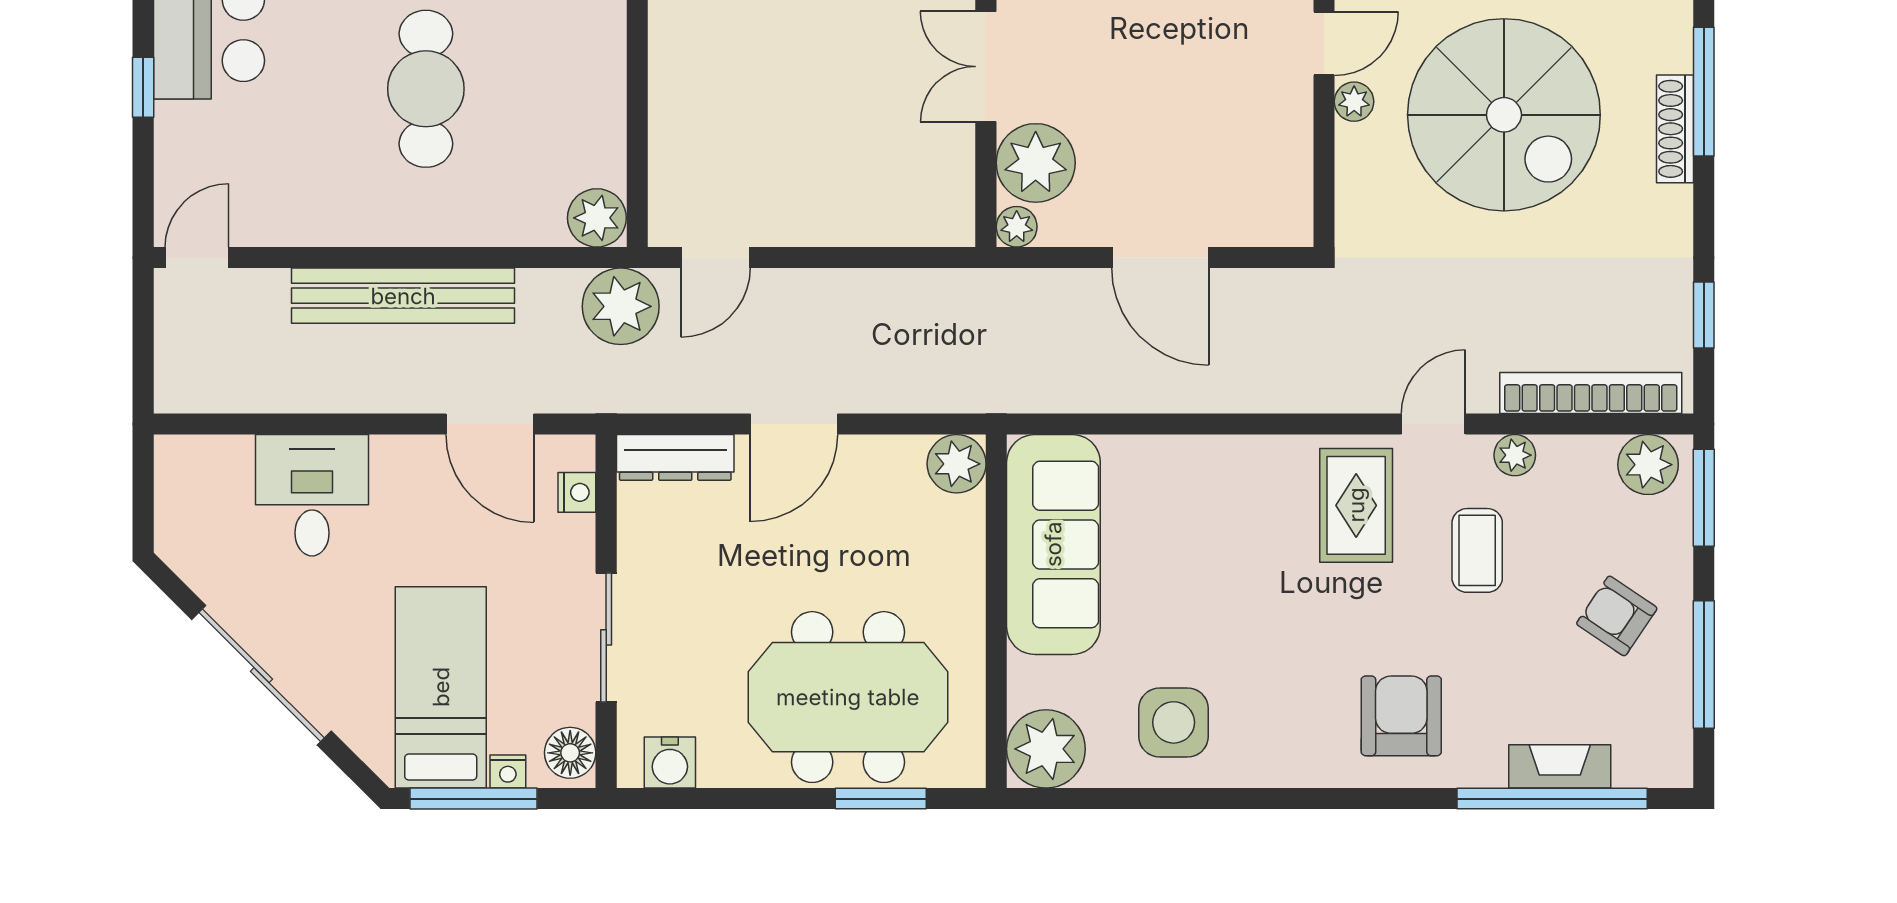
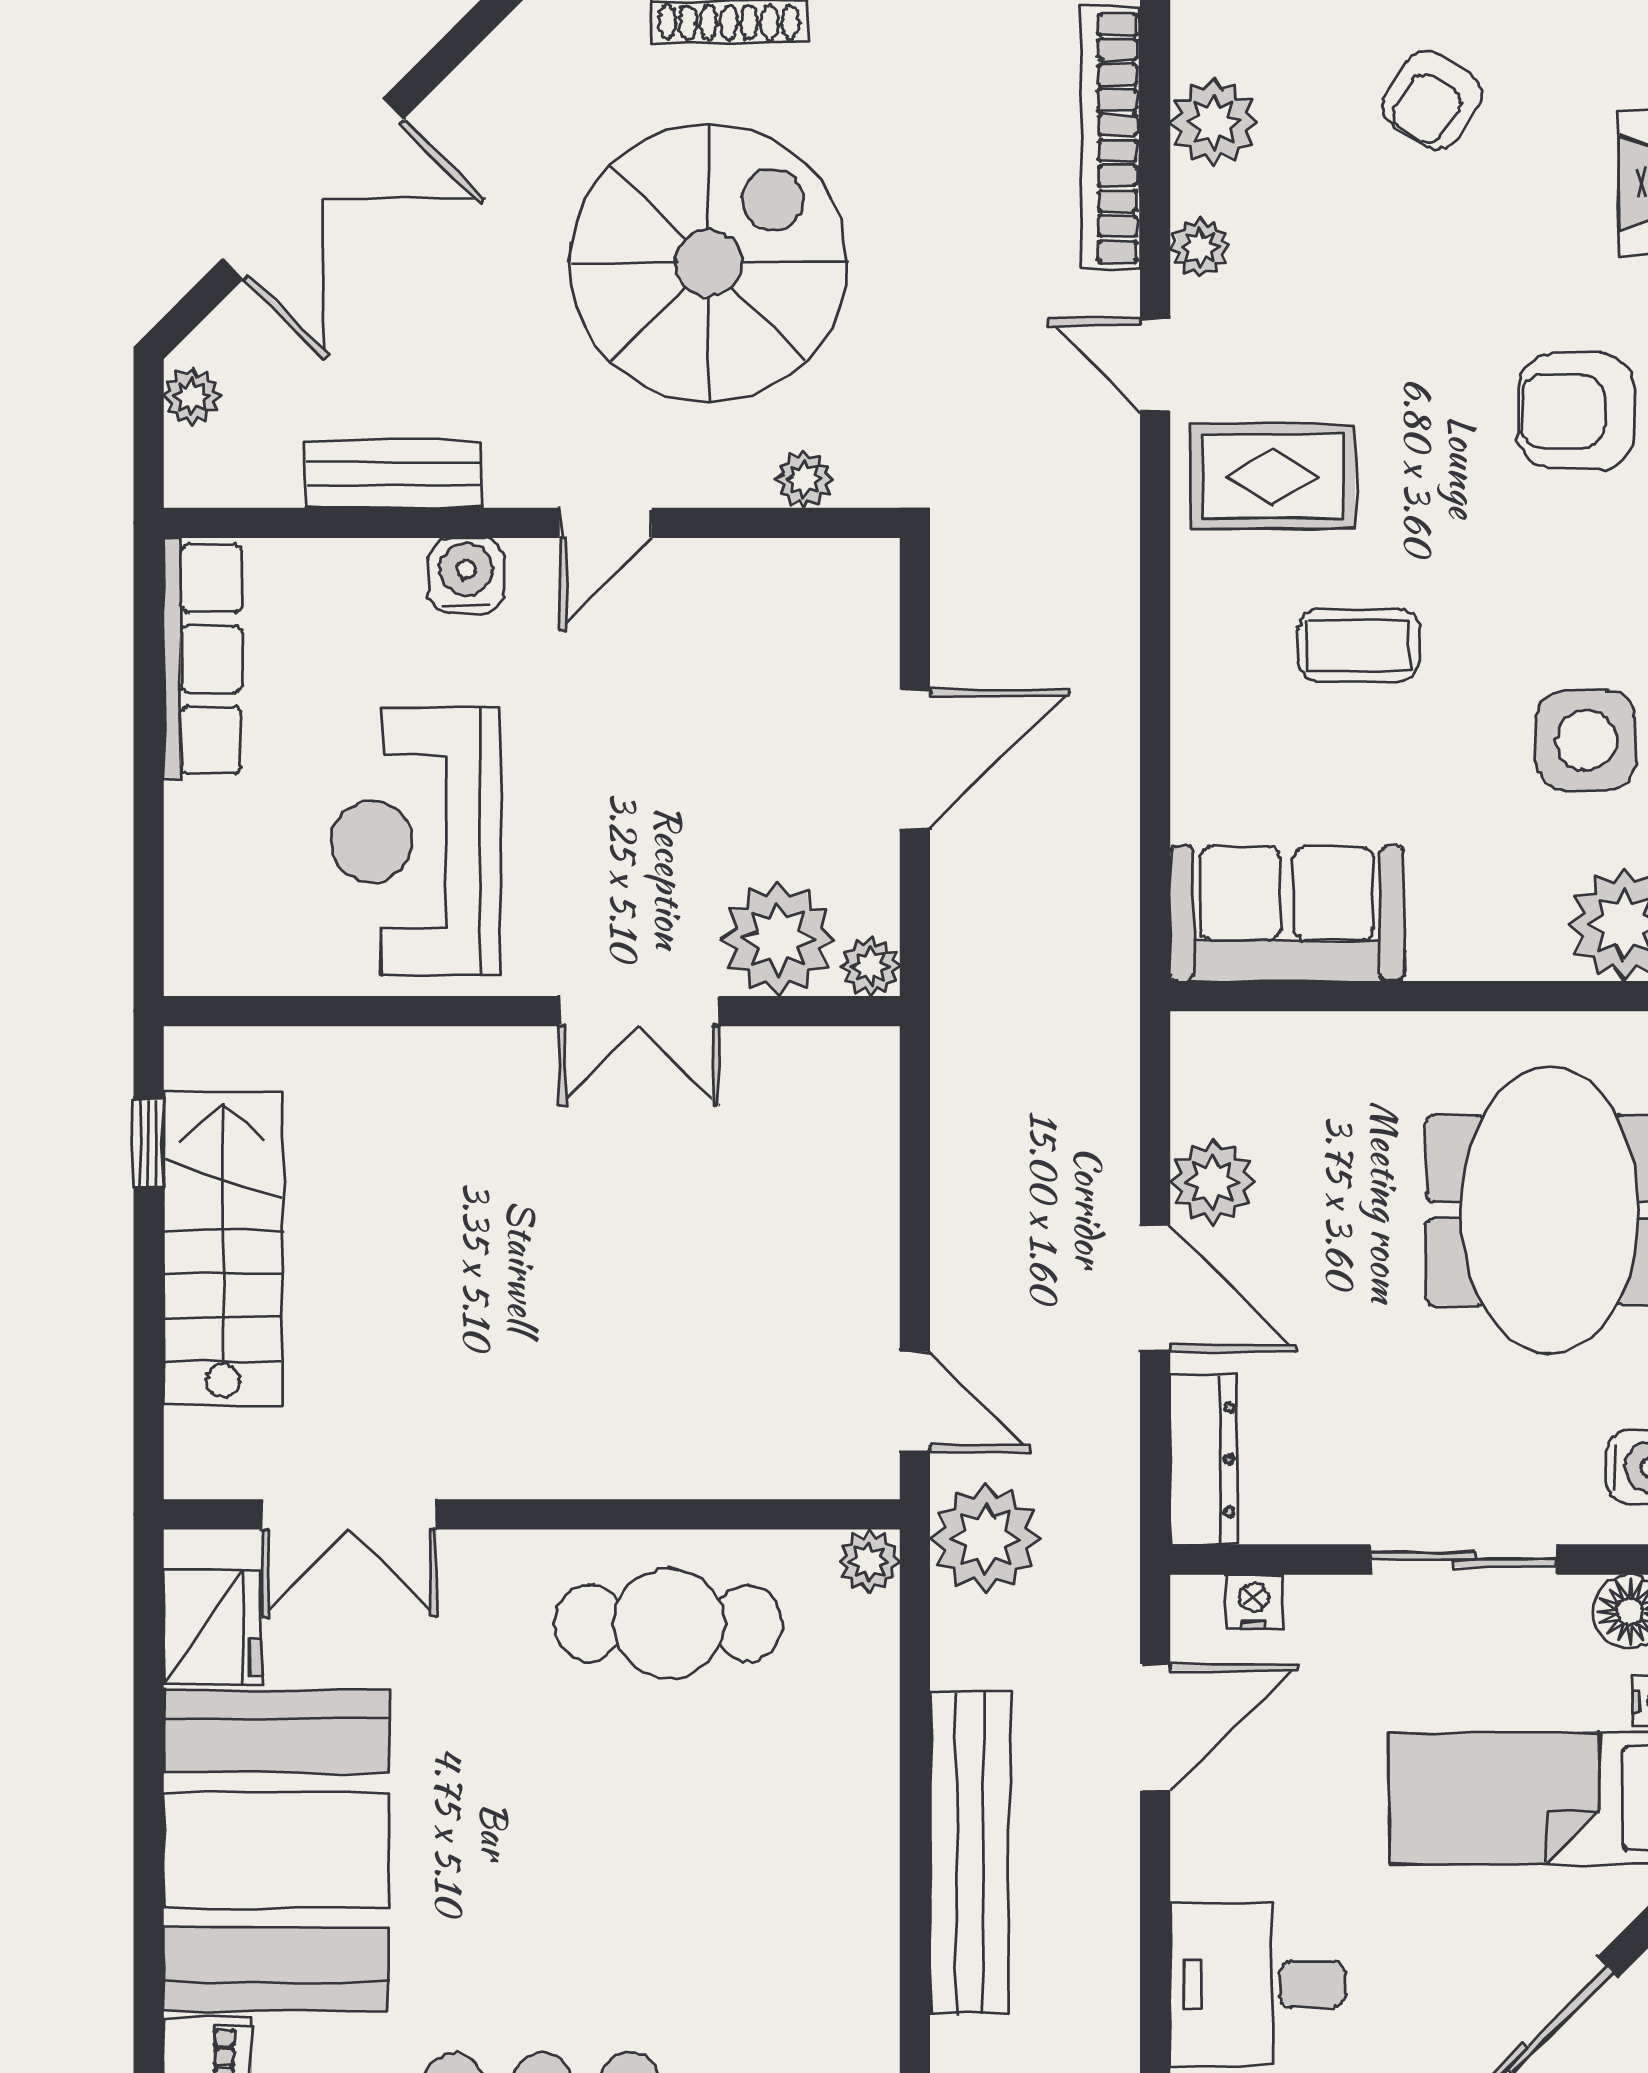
door: (1324, 44) -> (606, 523), swing flipped
cafe table: (426, 89) -> (669, 1623), moved
plant: (1354, 102) -> (804, 479), moved
plant: (597, 218) -> (869, 1561), width x0.73, depth x0.73
plant: (957, 464) -> (1213, 1182), moved
plant: (1648, 465) -> (1214, 122), moved
sofa: (1053, 544) -> (1287, 914), width x0.73
coffee table: (1477, 550) -> (1359, 645), moved

